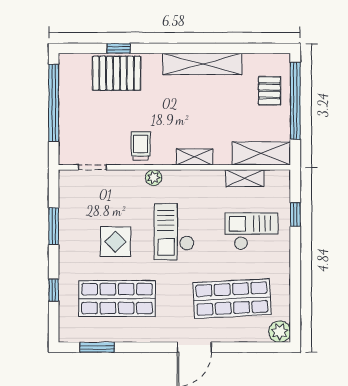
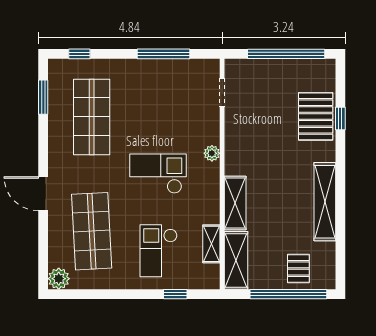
pallet: (269, 91) -> (298, 269), turned 90
trolley: (141, 146) -> (243, 140), removed
shelving: (195, 157) -> (235, 203), width x1.50, depth x1.33
window: (54, 226) -> (163, 54), width x1.44
checkout: (252, 231) -> (159, 251), turned 180
display table: (116, 242) -> (148, 115), removed
window: (54, 290) -> (79, 54), moved

